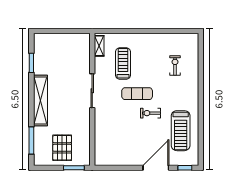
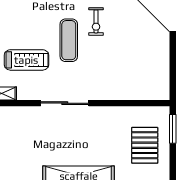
treadmill: (123, 64) -> (26, 60), turned 180
pallet: (62, 148) -> (145, 145), turned 90

